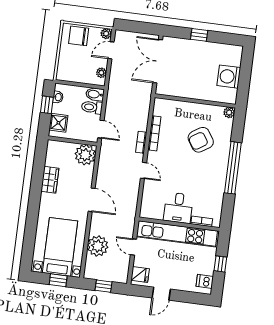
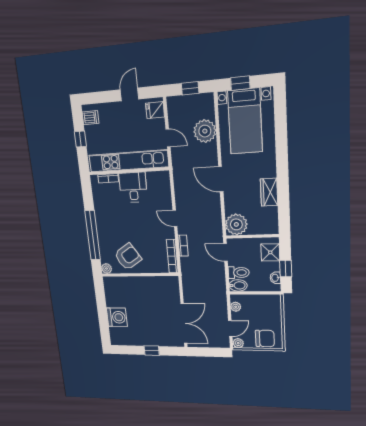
wall: (195, 101) -> (140, 275), moved
plant: (229, 112) -> (107, 268), moved

